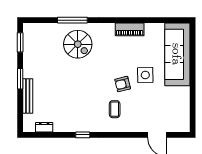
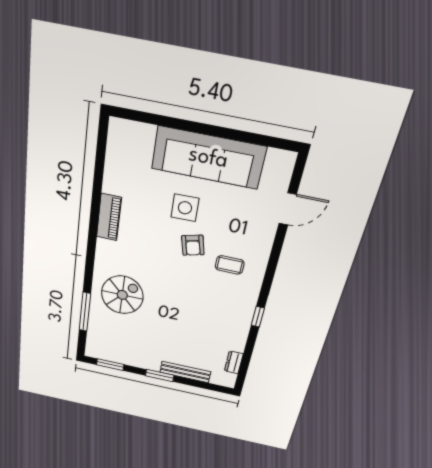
window: (72, 20) -> (85, 312), moved
sofa: (177, 54) -> (208, 158), moved

